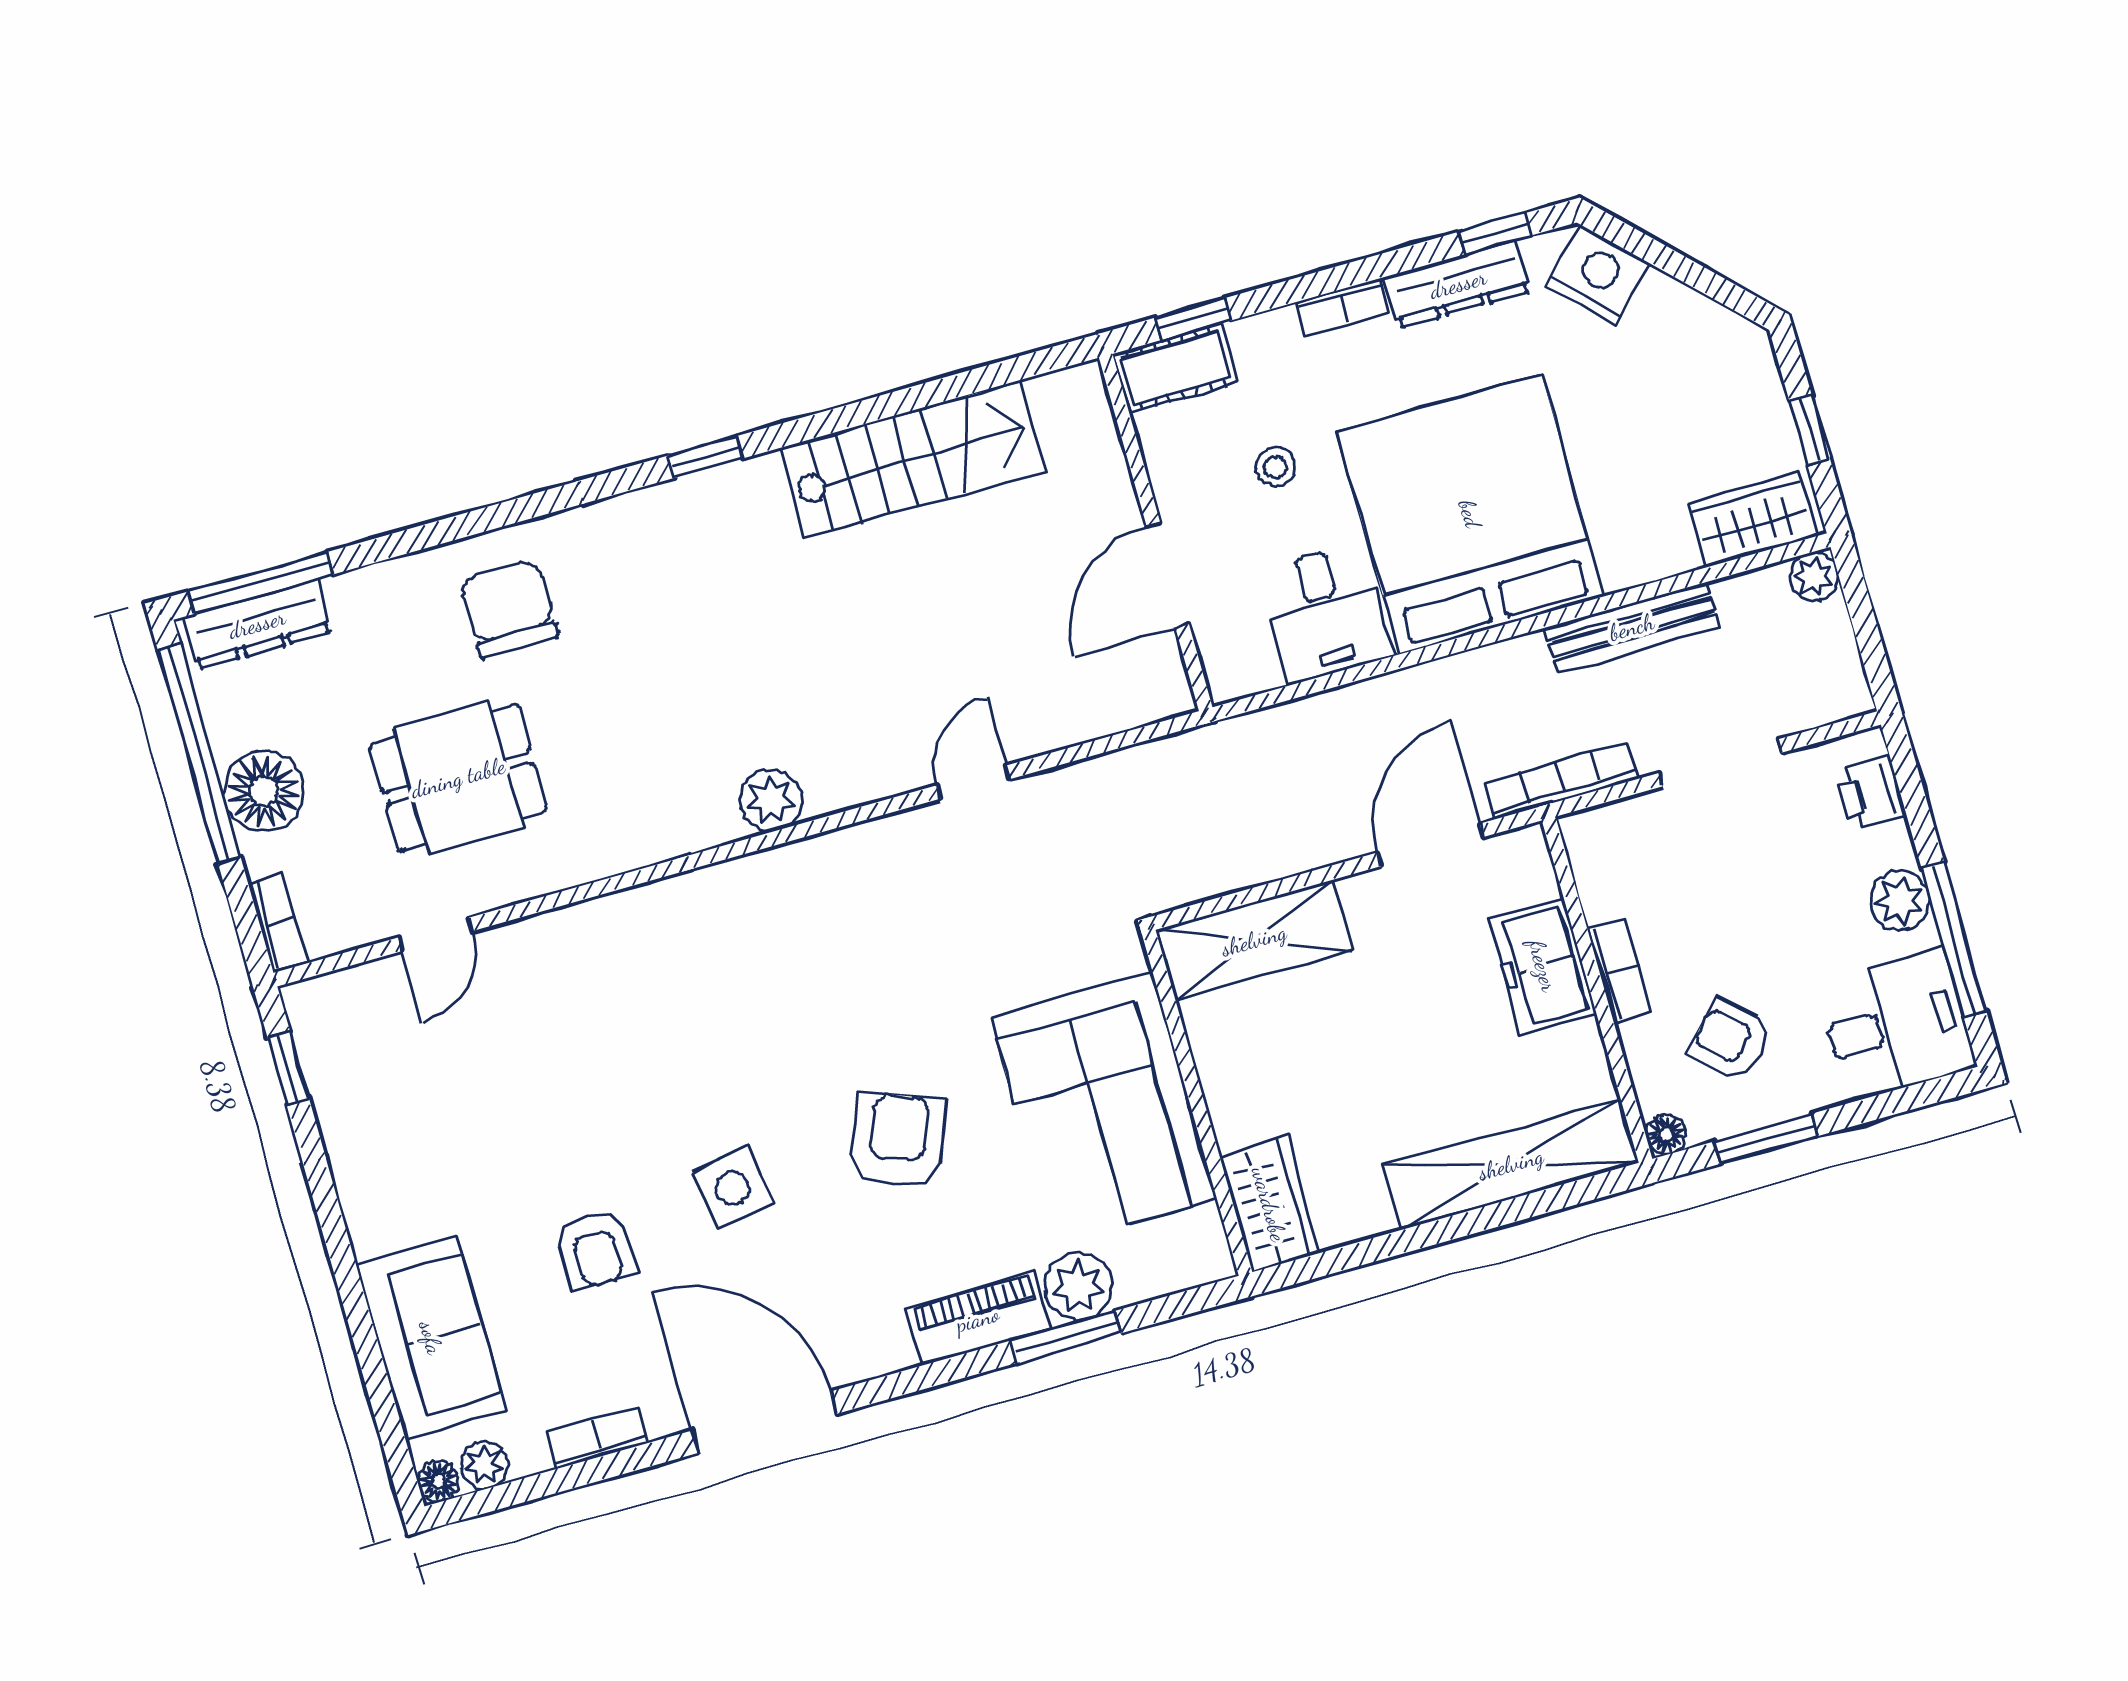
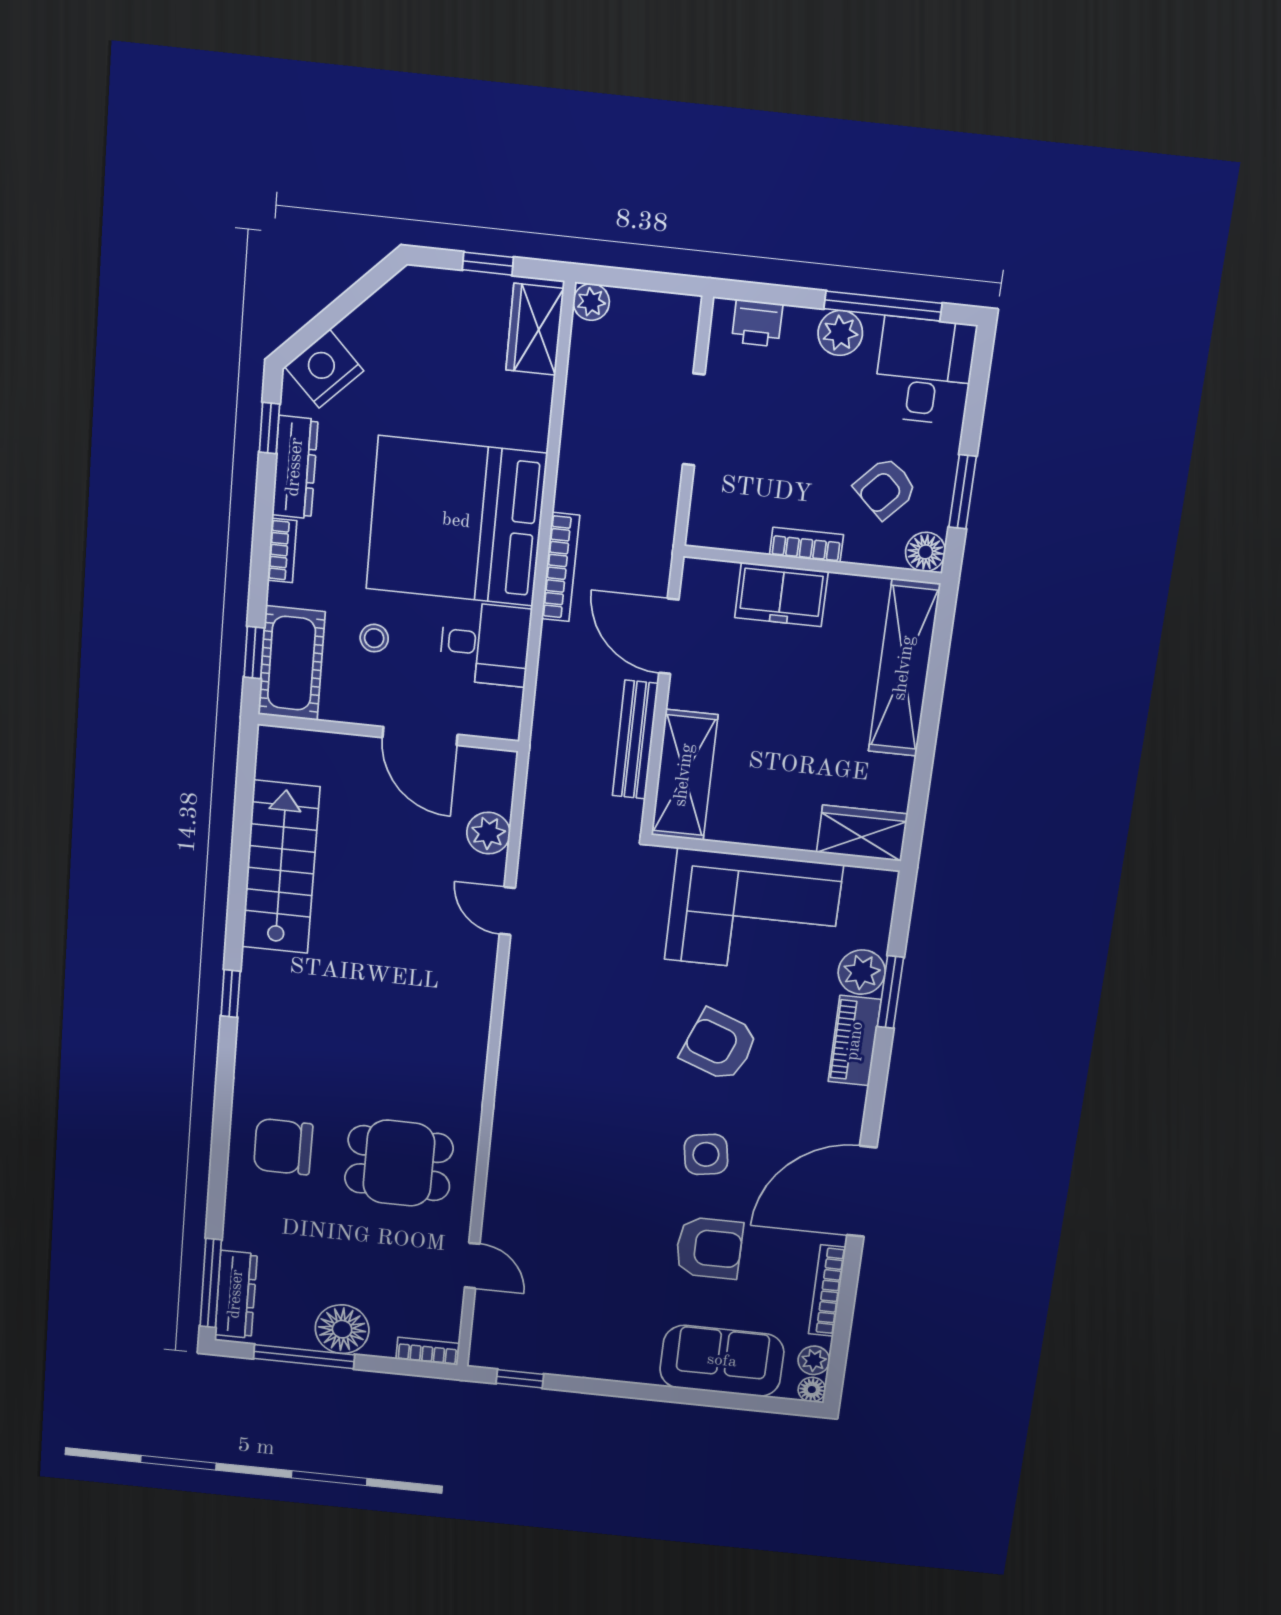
cot: (1176, 368) -> (292, 663), width x1.37, depth x1.34
bench: (1632, 627) -> (635, 740), moved
window: (199, 754) -> (304, 1357), width x0.68
dining table: (458, 778) -> (399, 1163), moved, turned 90
bookcase: (1561, 781) -> (561, 567), moved, turned 180
plant: (771, 800) -> (488, 833), moved
floor lamp: (1666, 1135) -> (925, 552), width x1.37, depth x1.37
armchair: (595, 1249) -> (709, 1248), width x1.38, depth x1.38
bookcase: (598, 1438) -> (827, 1291), width x1.56

